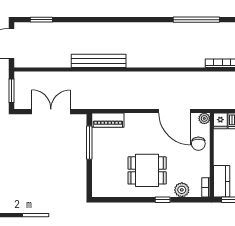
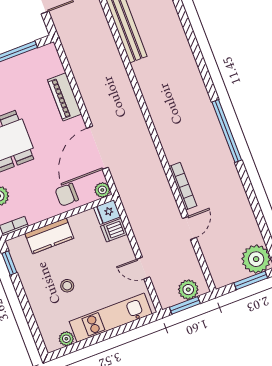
piano: (108, 120) -> (65, 97), moved
kitchen counter: (222, 181) -> (49, 236), moved

